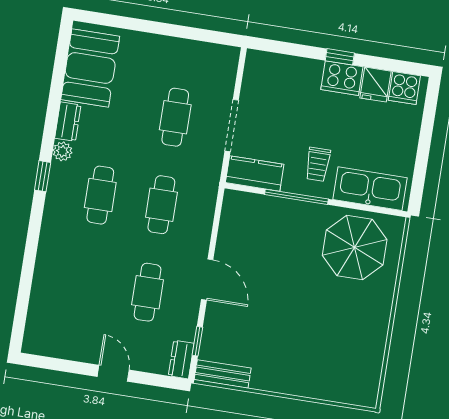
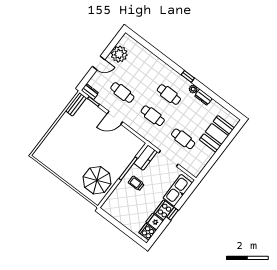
booth: (90, 68) -> (217, 134), moved, turned 90
kitchen sink: (370, 189) -> (178, 190), moved, turned 180
plant: (72, 341) -> (119, 54), added

